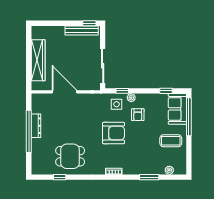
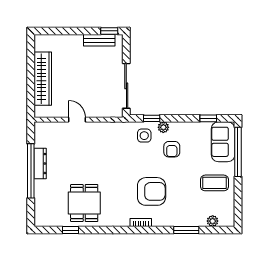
bench: (82, 30) -> (99, 40), width x0.73
door: (65, 92) -> (77, 120), width x0.53
armchair: (114, 133) -> (152, 191), moved
dining table: (70, 156) -> (84, 203), turned 90

